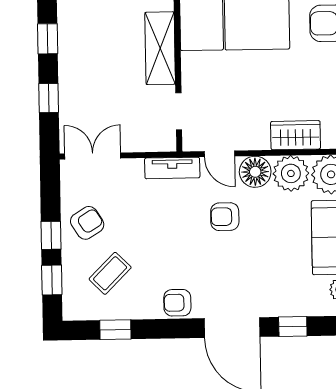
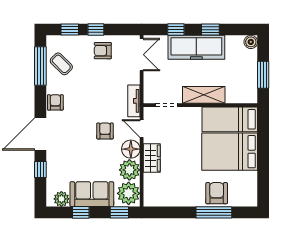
freezer: (79, 62) -> (196, 47), added
wardrobe: (296, 135) -> (152, 158), moved
door: (219, 154) -> (142, 128), hinge flipped
armchair: (87, 223) -> (103, 51), turned 122
coffee table: (110, 273) -> (61, 64), moved
window: (115, 330) -> (40, 66), width x2.17

